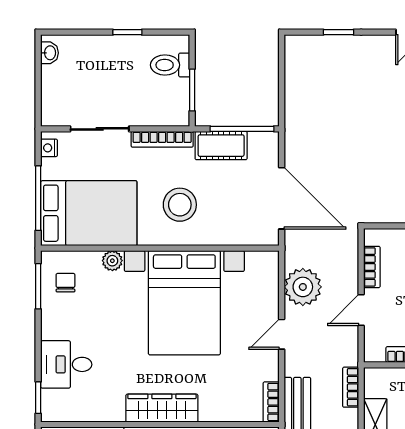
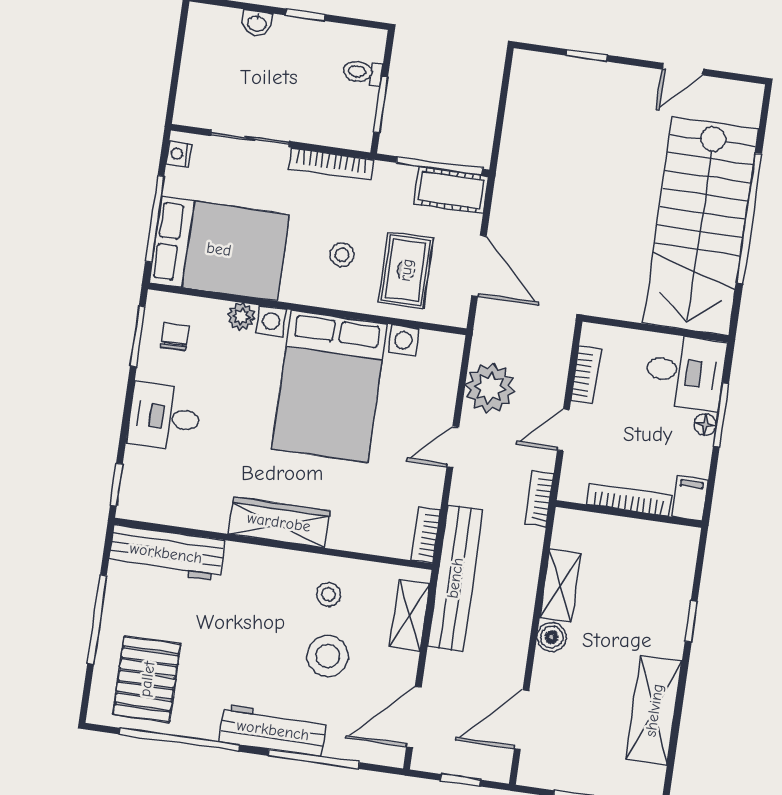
washbasin: (50, 53) -> (257, 23), moved, turned 90
toilet: (170, 65) -> (363, 72), width x0.73, depth x0.72
cot: (221, 146) -> (451, 190), moved
door: (282, 198) -> (479, 266), width x0.73
stool: (180, 205) -> (342, 255), width x0.53, depth x0.53
rug: (228, 209) -> (406, 270), added
desk: (66, 364) -> (164, 417), moved
bookcase: (351, 387) -> (539, 499), moved

